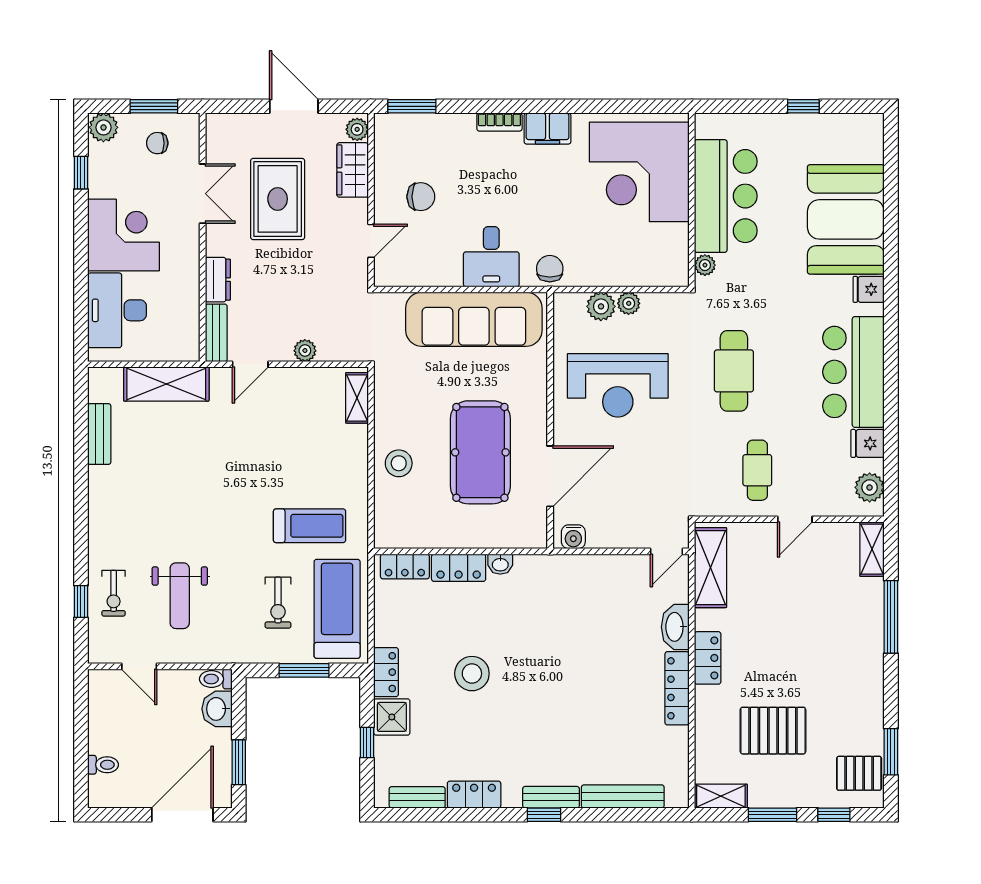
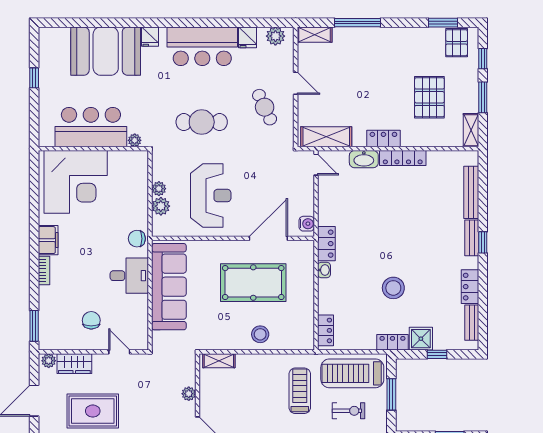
cafe table: (757, 470) -> (265, 107), turned 65
door: (550, 476) -> (268, 238), hinge flipped
locker: (459, 568) -> (326, 244), moved

